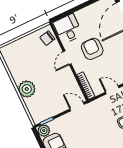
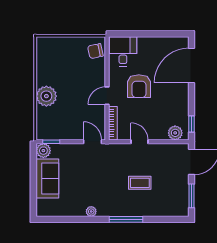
armchair: (92, 49) -> (139, 86), turned 180
door: (67, 58) -> (107, 96), moved

